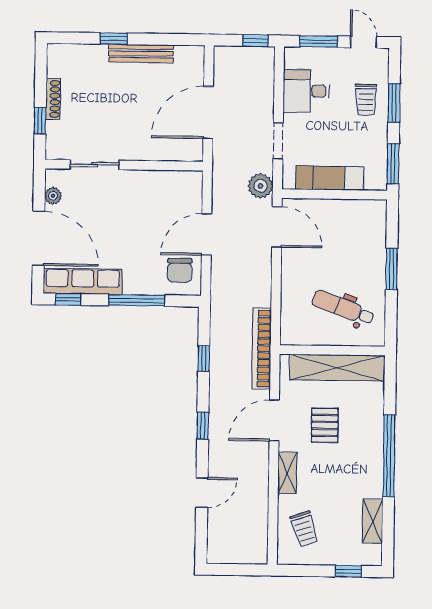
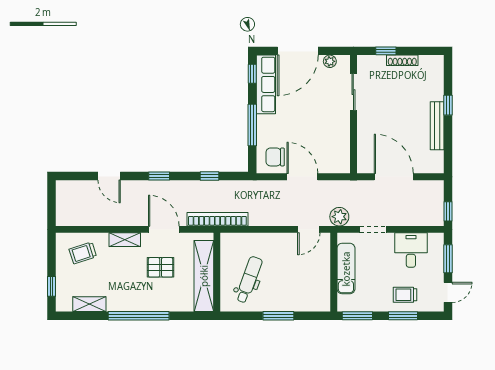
door: (277, 227) -> (309, 229), width x0.73

